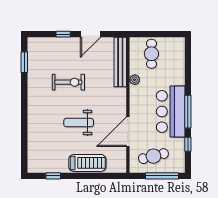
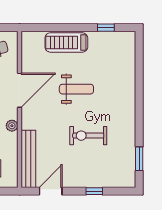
door: (90, 34) -> (51, 191), moved
plant: (135, 80) -> (12, 126), moved
door: (128, 132) -> (20, 90), moved

